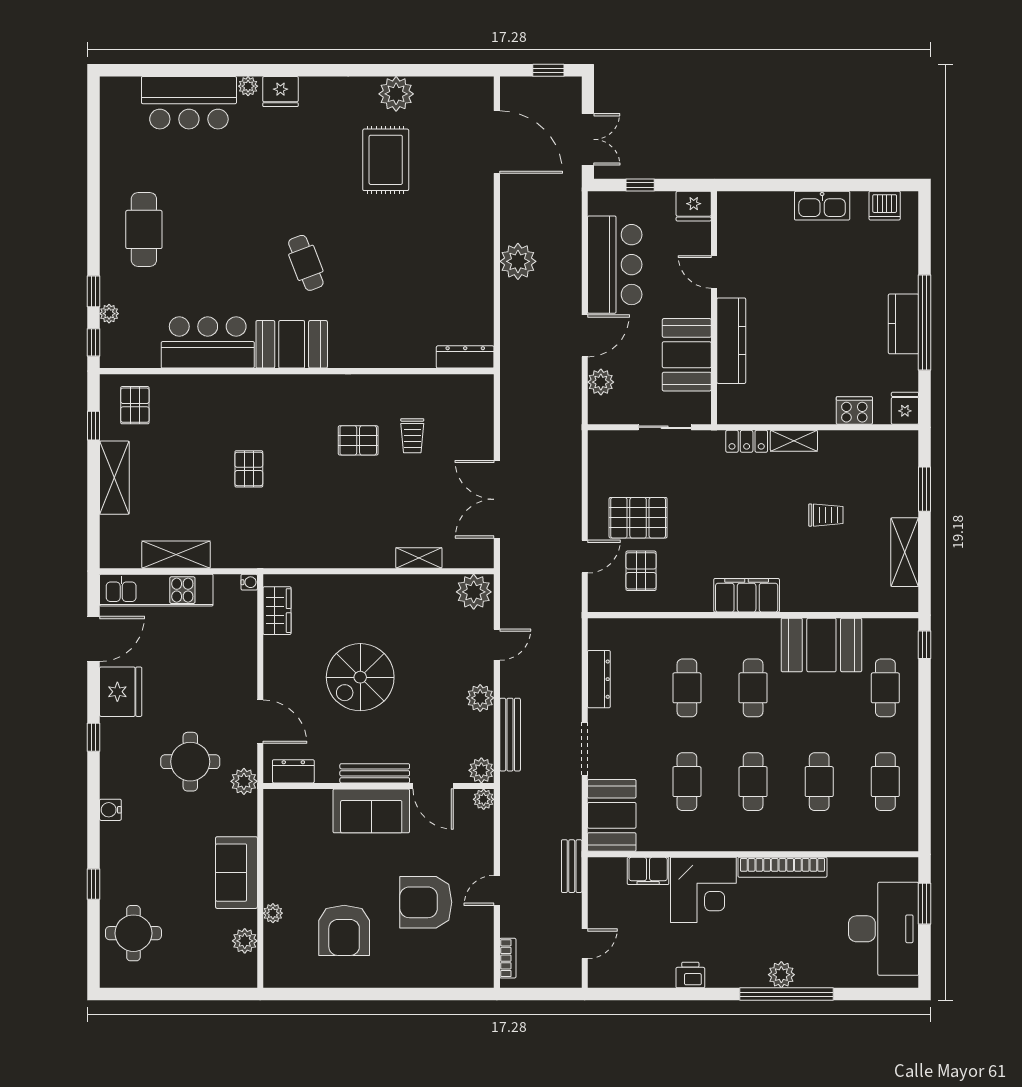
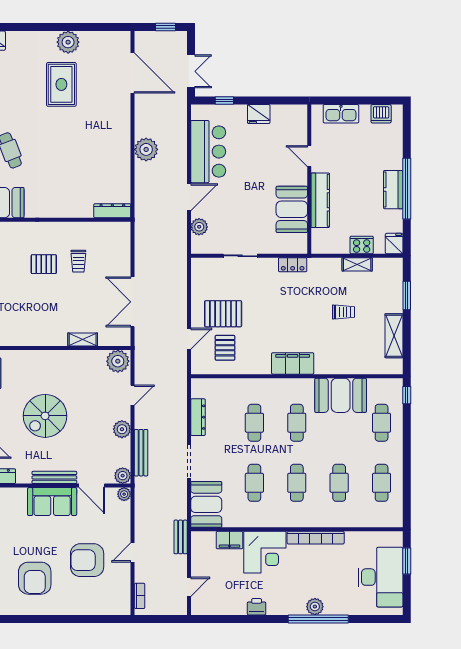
door: (714, 272) -> (309, 156), moved
wall: (714, 308) -> (309, 179), moved
kitchen counter: (731, 341) -> (320, 200), moved
booth: (687, 355) -> (292, 209), moved
shelving: (794, 441) -> (357, 264), moved

